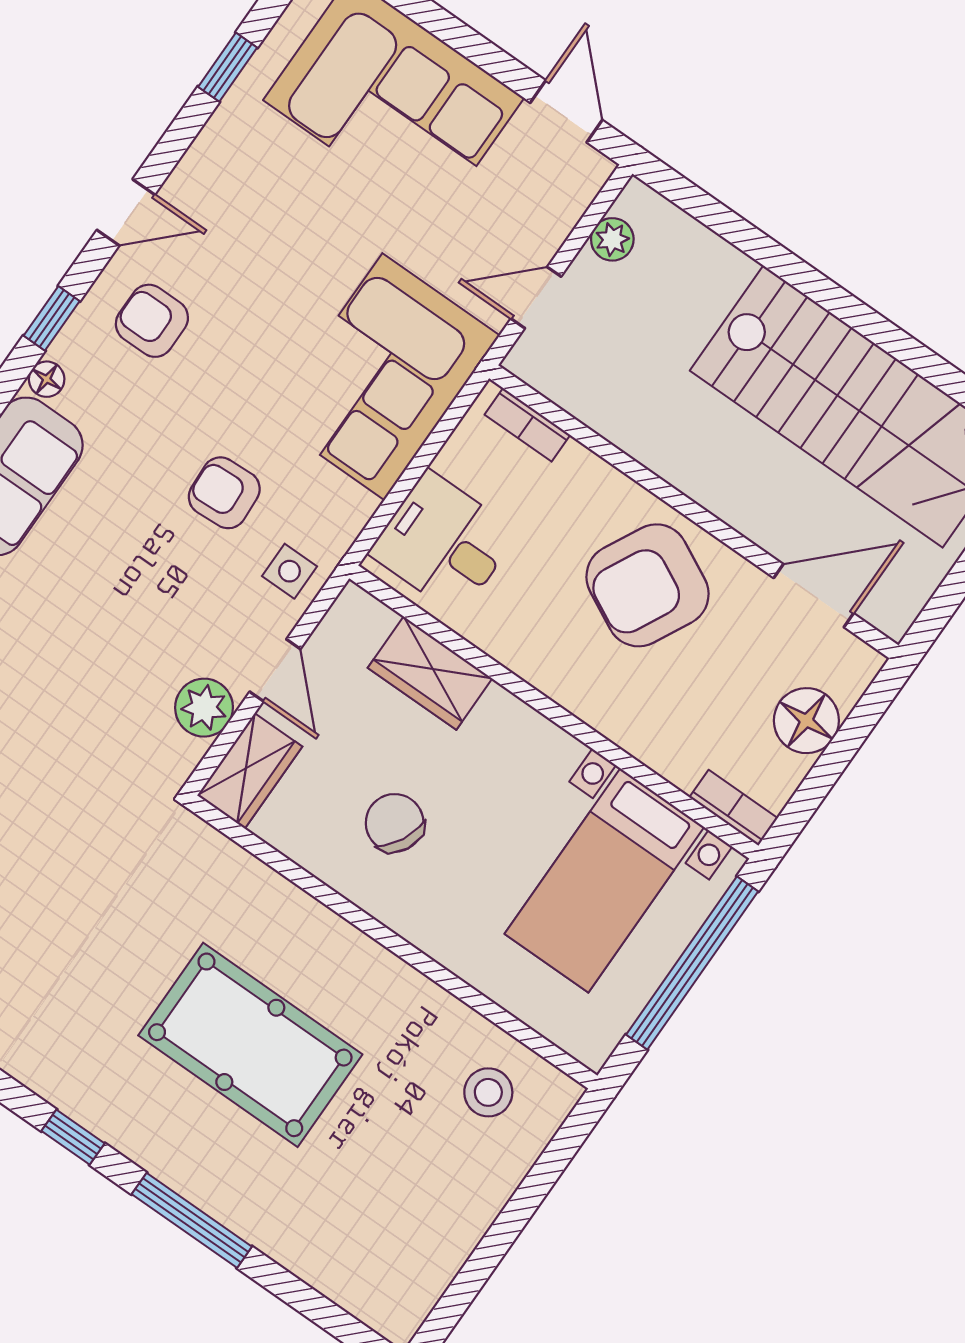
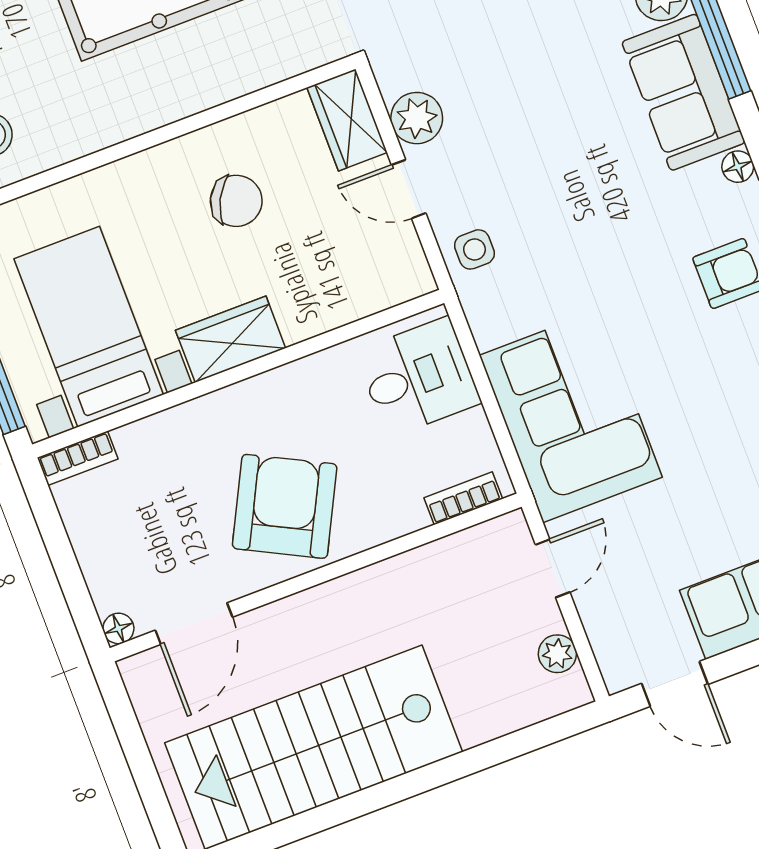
armchair: (224, 493) -> (565, 241), removed
wardrobe: (430, 673) -> (231, 339), moved
floor lamp: (806, 721) -> (118, 628), moved, width x0.53, depth x0.53

